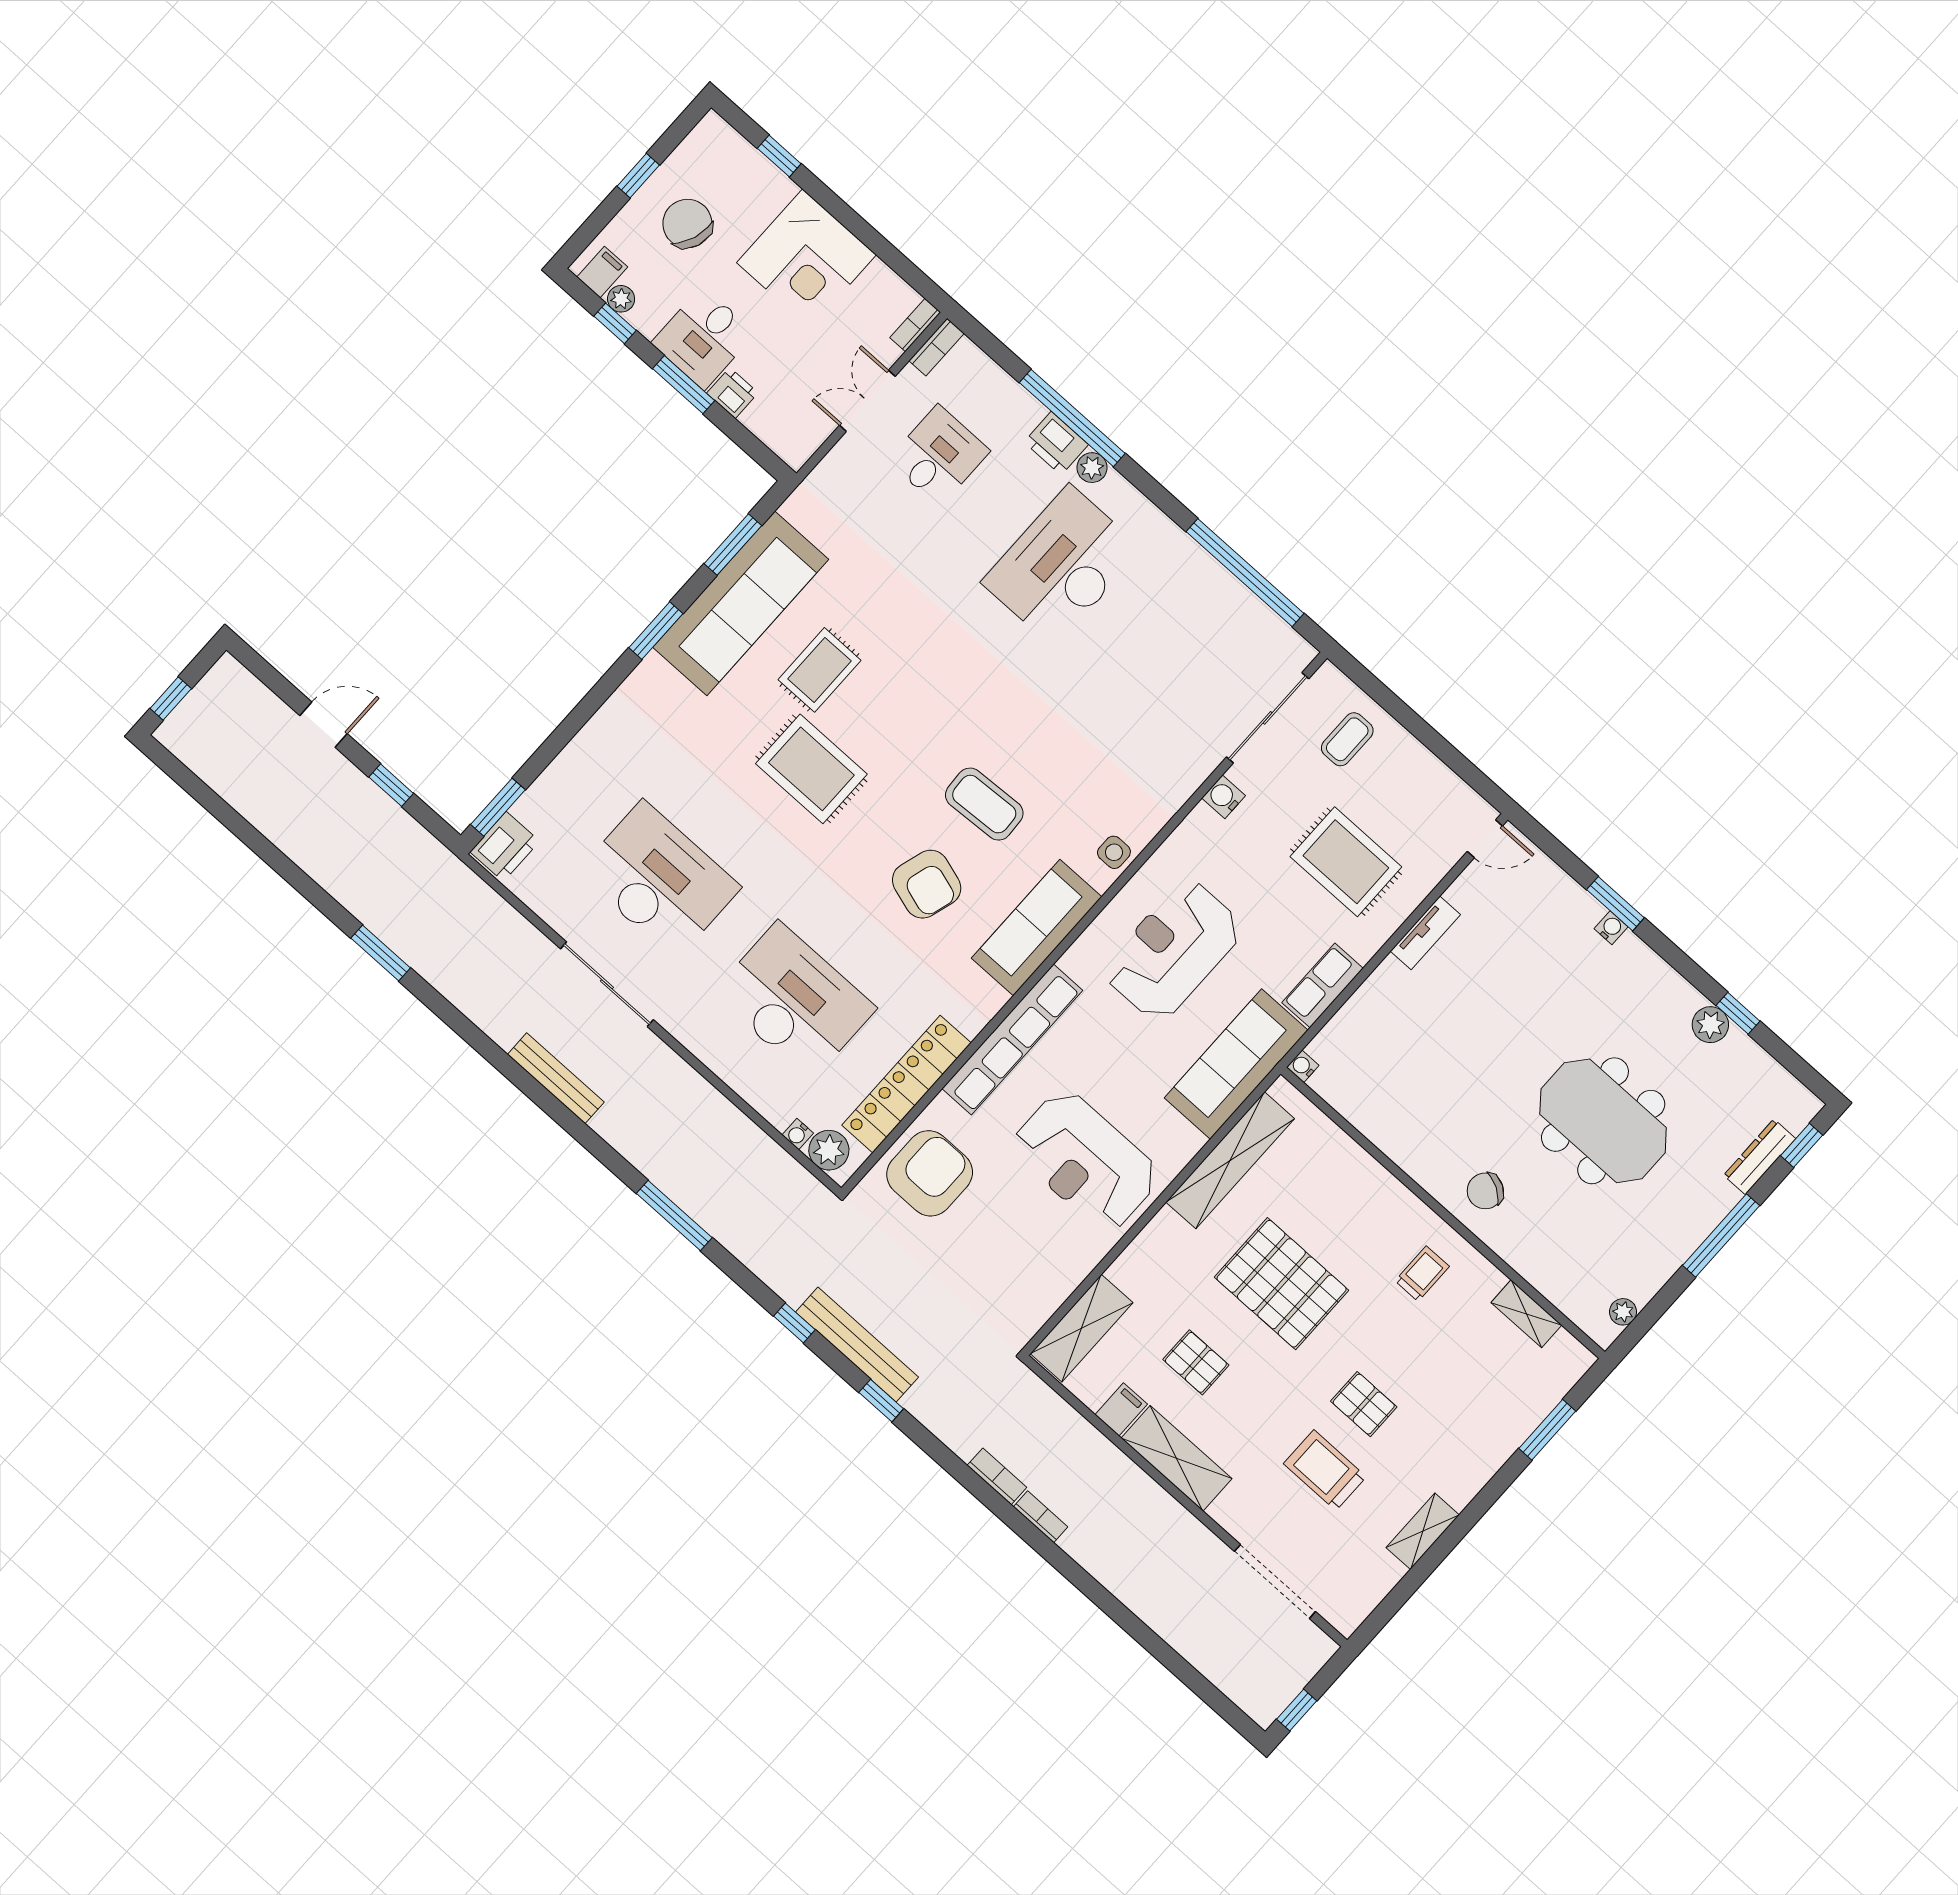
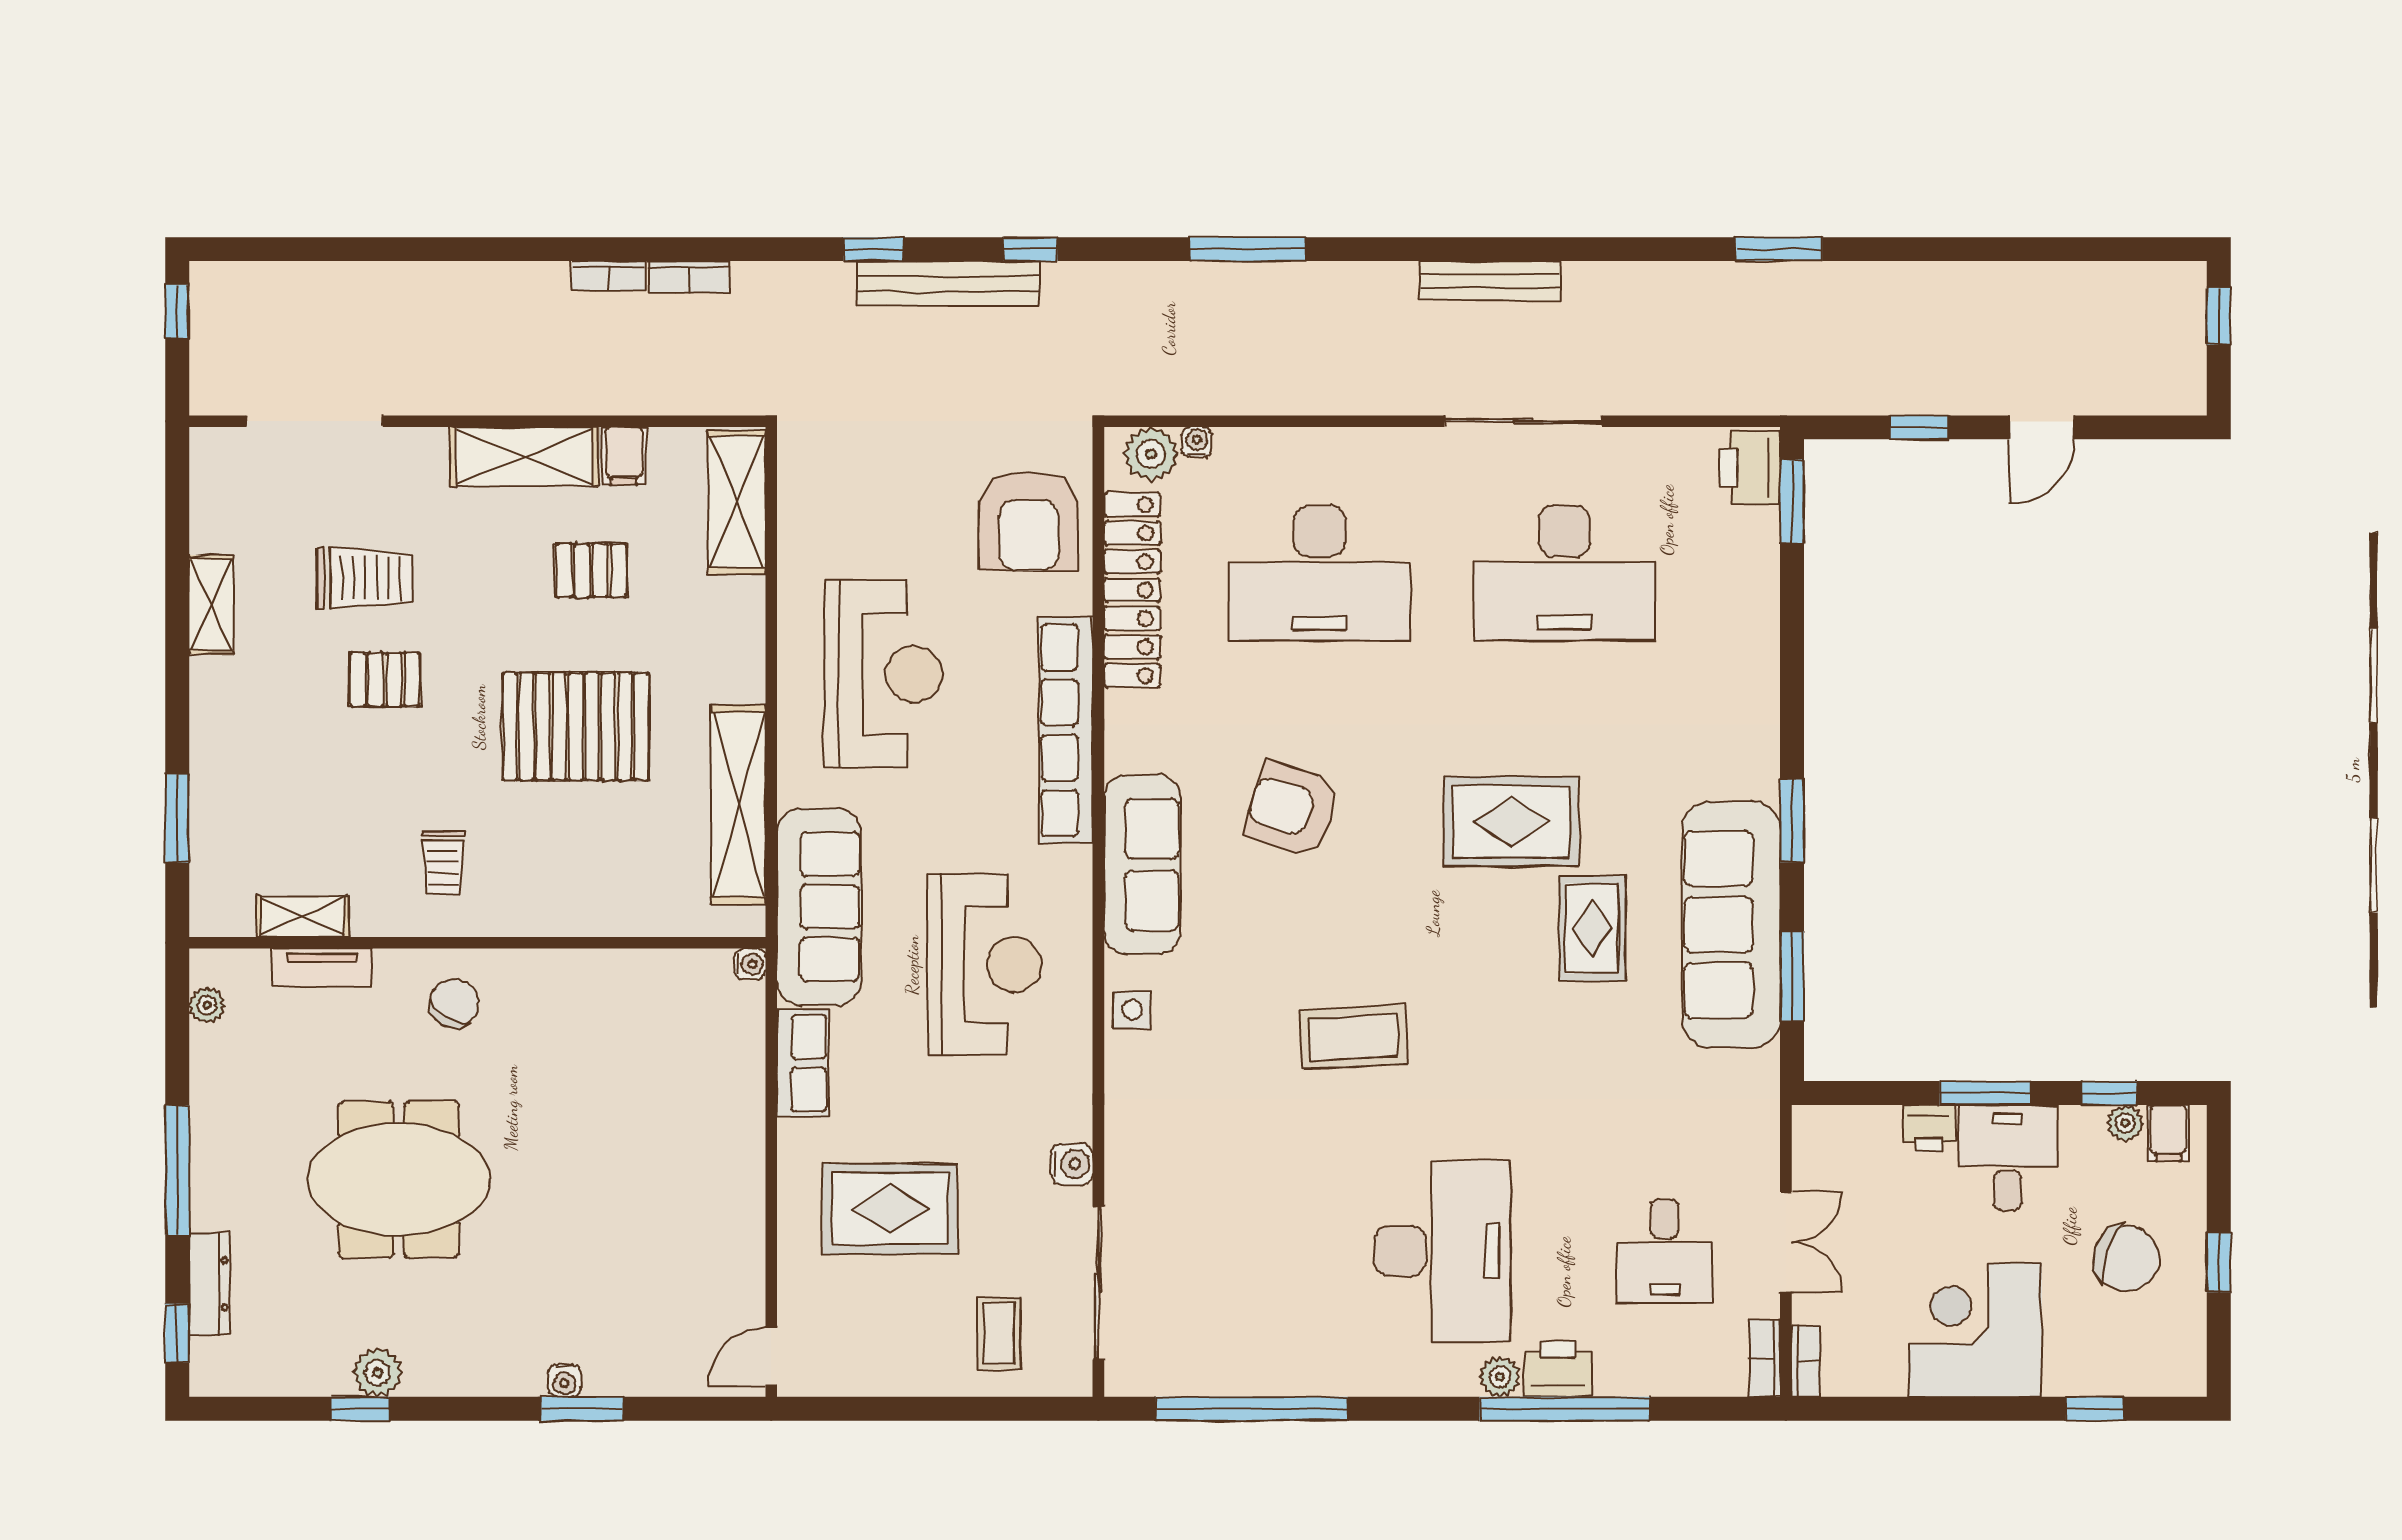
coffee table: (984, 804) -> (1354, 1037), moved
tv unit: (1425, 933) -> (322, 968), moved, turned -90
reception desk: (1086, 1161) -> (883, 674), turned 90

